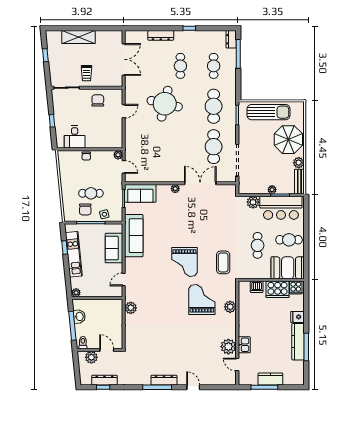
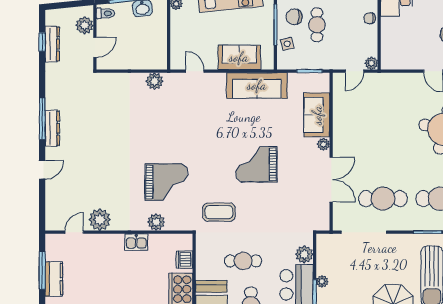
sofa: (140, 193) -> (317, 115), moved
grand piano: (185, 262) -> (256, 164), moved
kitchen sink: (244, 345) -> (136, 242), moved

